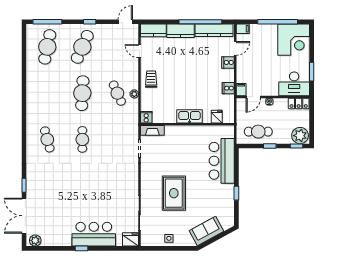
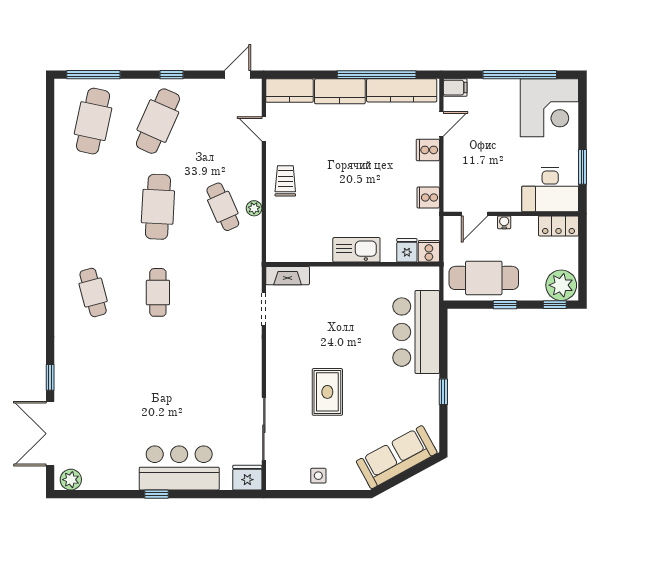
filing cabinet: (241, 90) -> (452, 200), removed
cooker: (146, 117) -> (429, 251), moved
cafe table: (258, 132) -> (484, 278), width x1.37, depth x1.35
rug: (174, 193) -> (327, 392), width x0.73, depth x0.70
sofa: (206, 231) -> (397, 457), width x1.36

